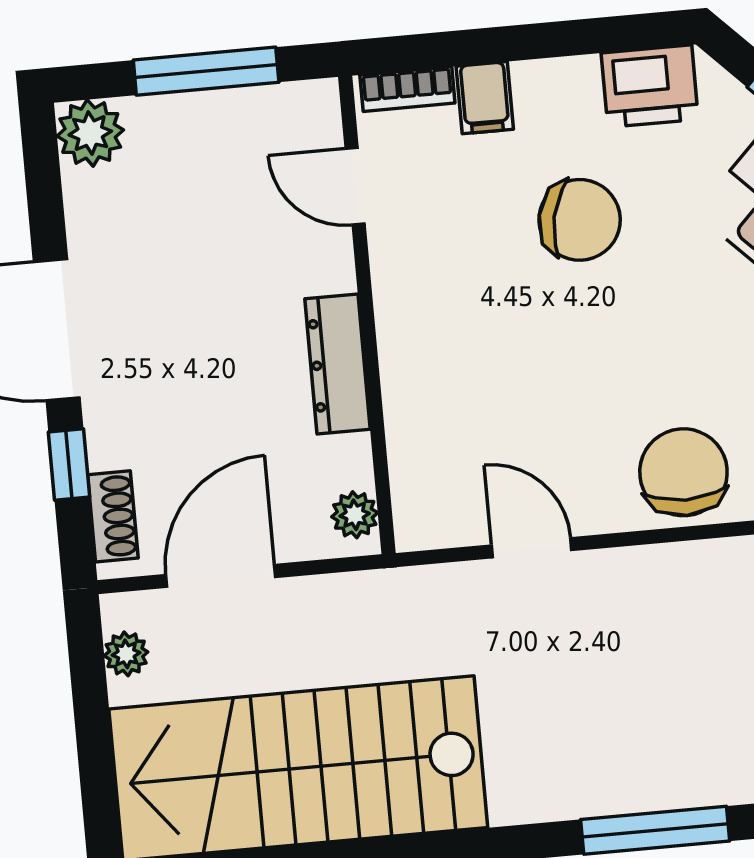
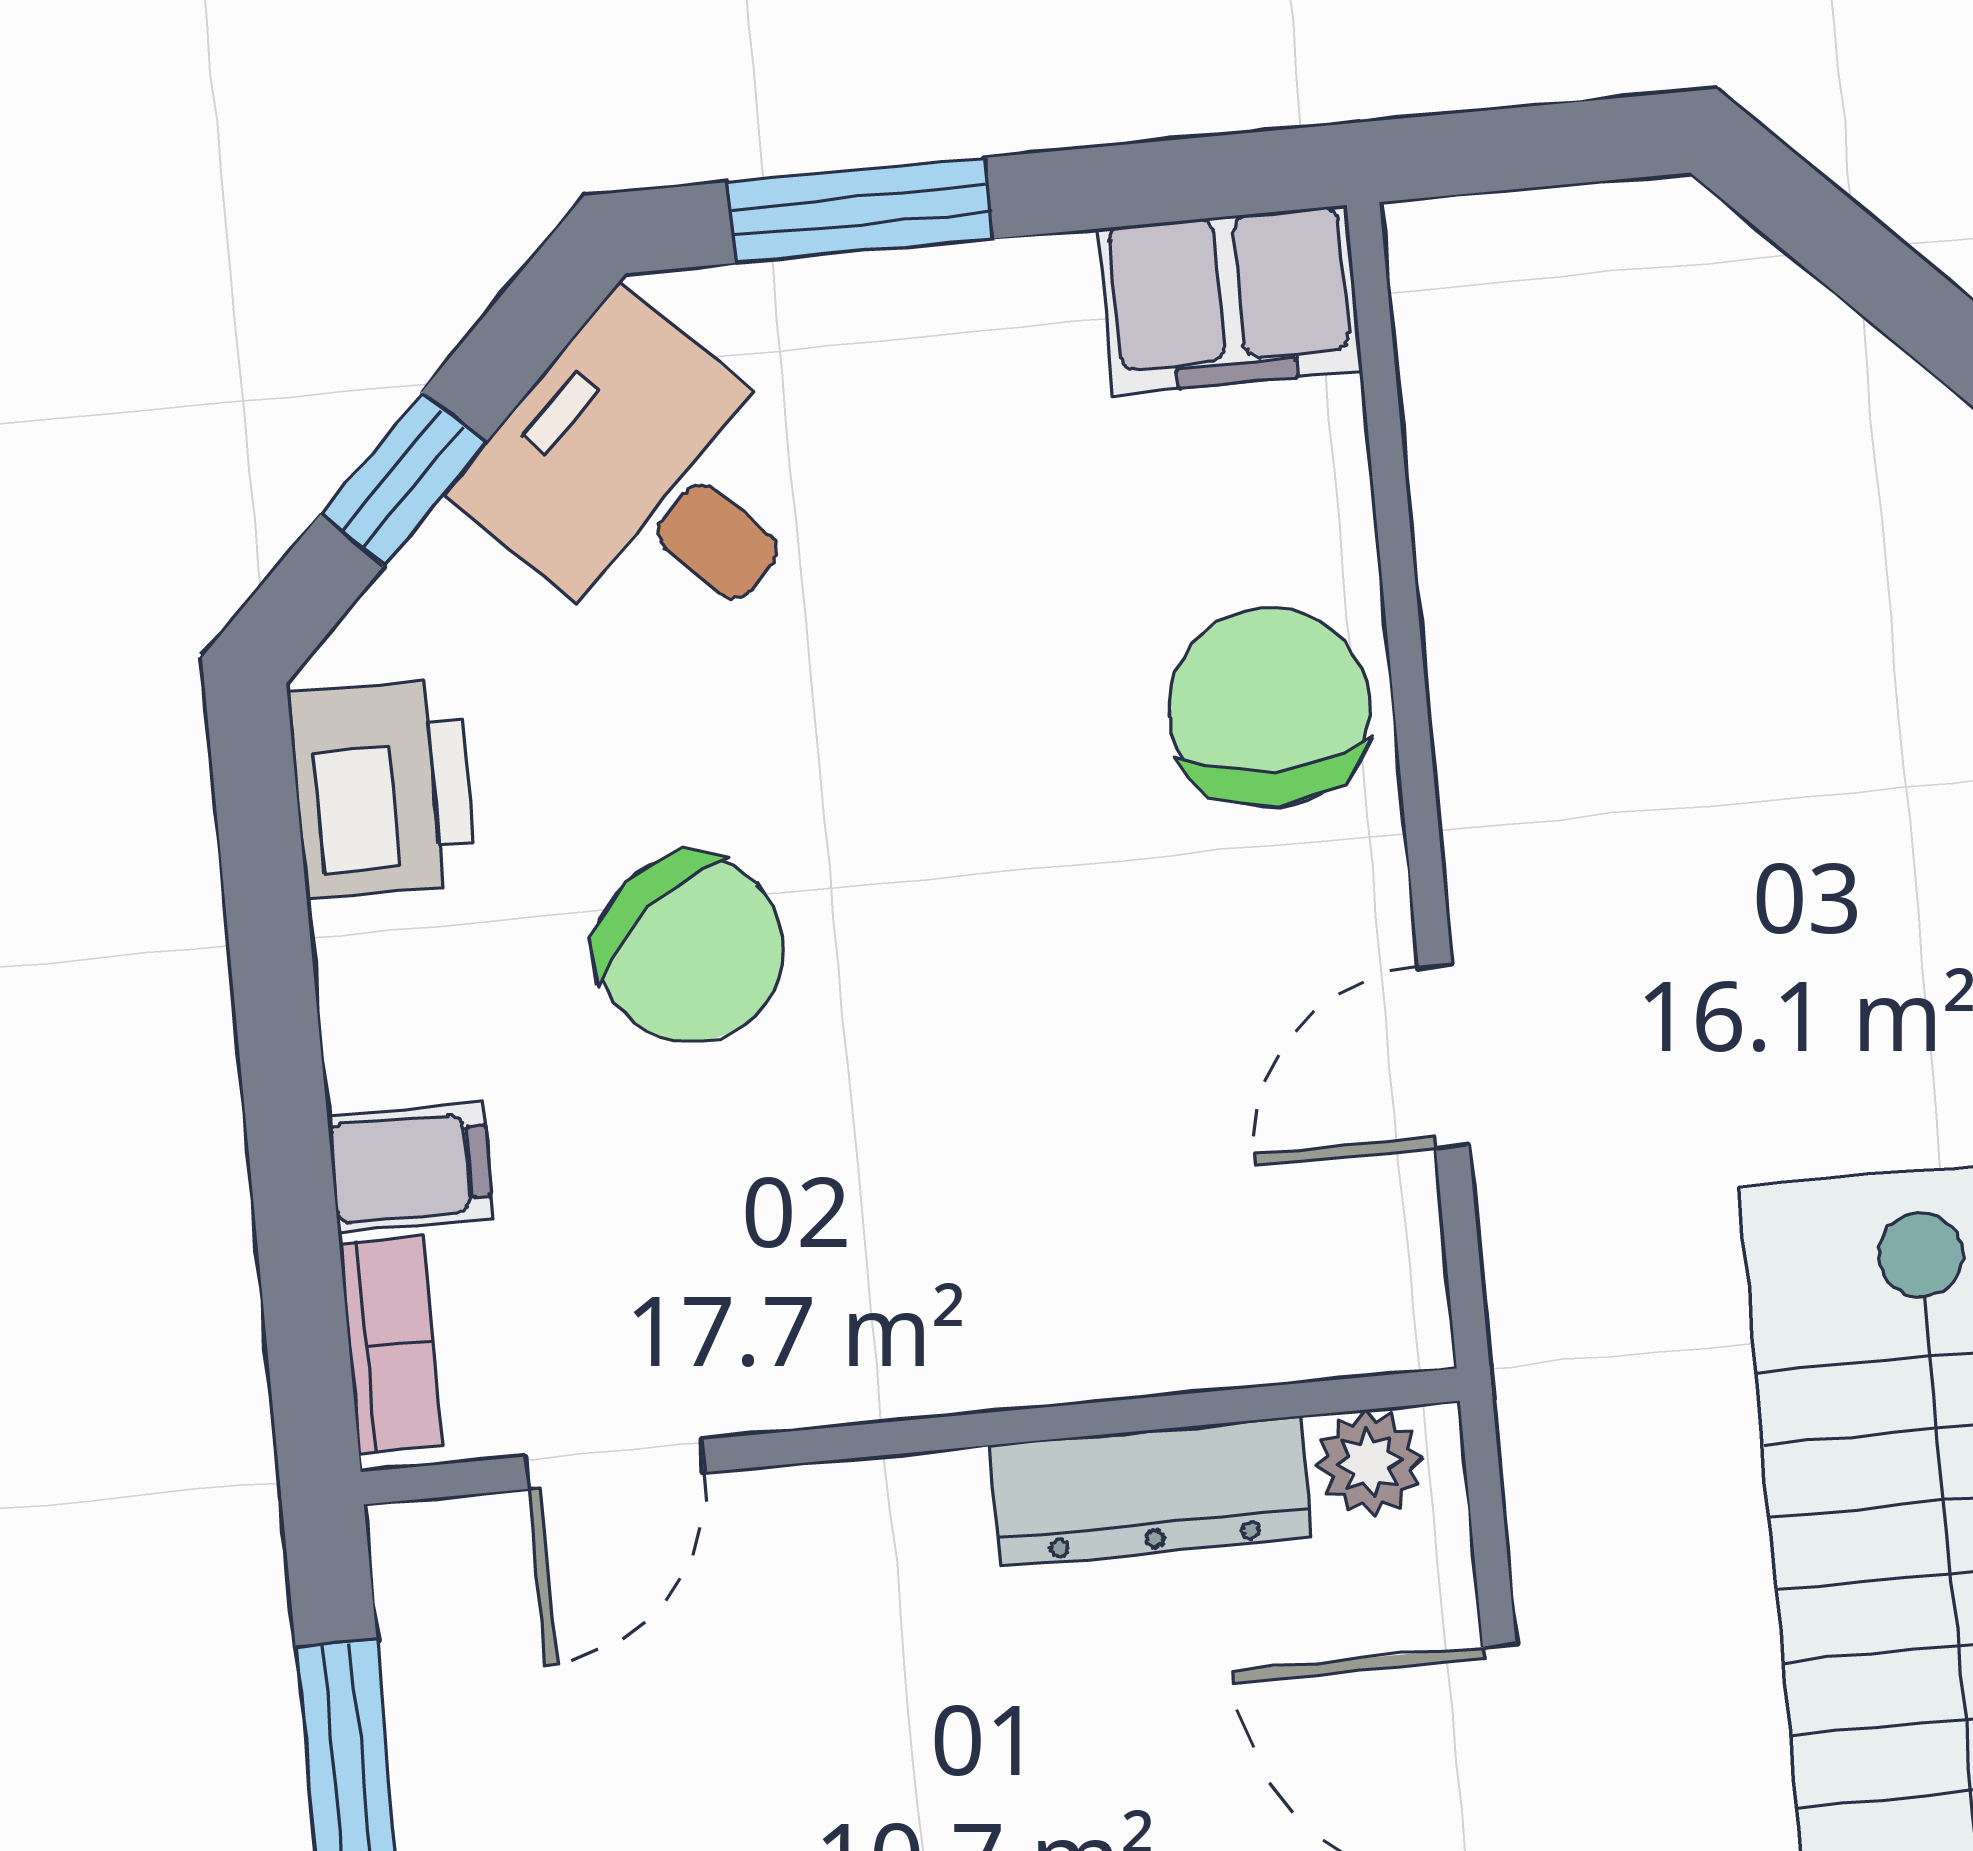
chair: (580, 220) -> (690, 949), turned 129
dresser: (338, 364) -> (1151, 1491), moved
chair: (683, 472) -> (1269, 708), turned 90

